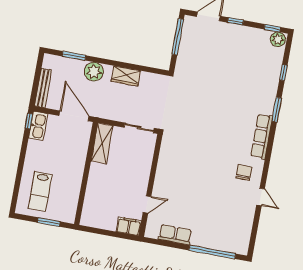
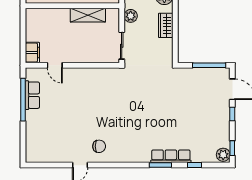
plant: (109, 112) -> (131, 16), added
row of seats: (262, 136) -> (171, 156), moved
shelving: (102, 143) -> (88, 15), moved
window: (212, 252) -> (23, 100), moved

